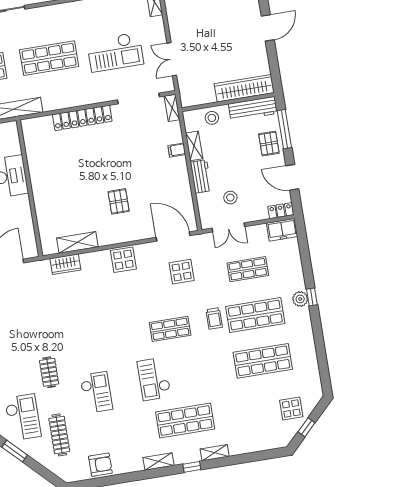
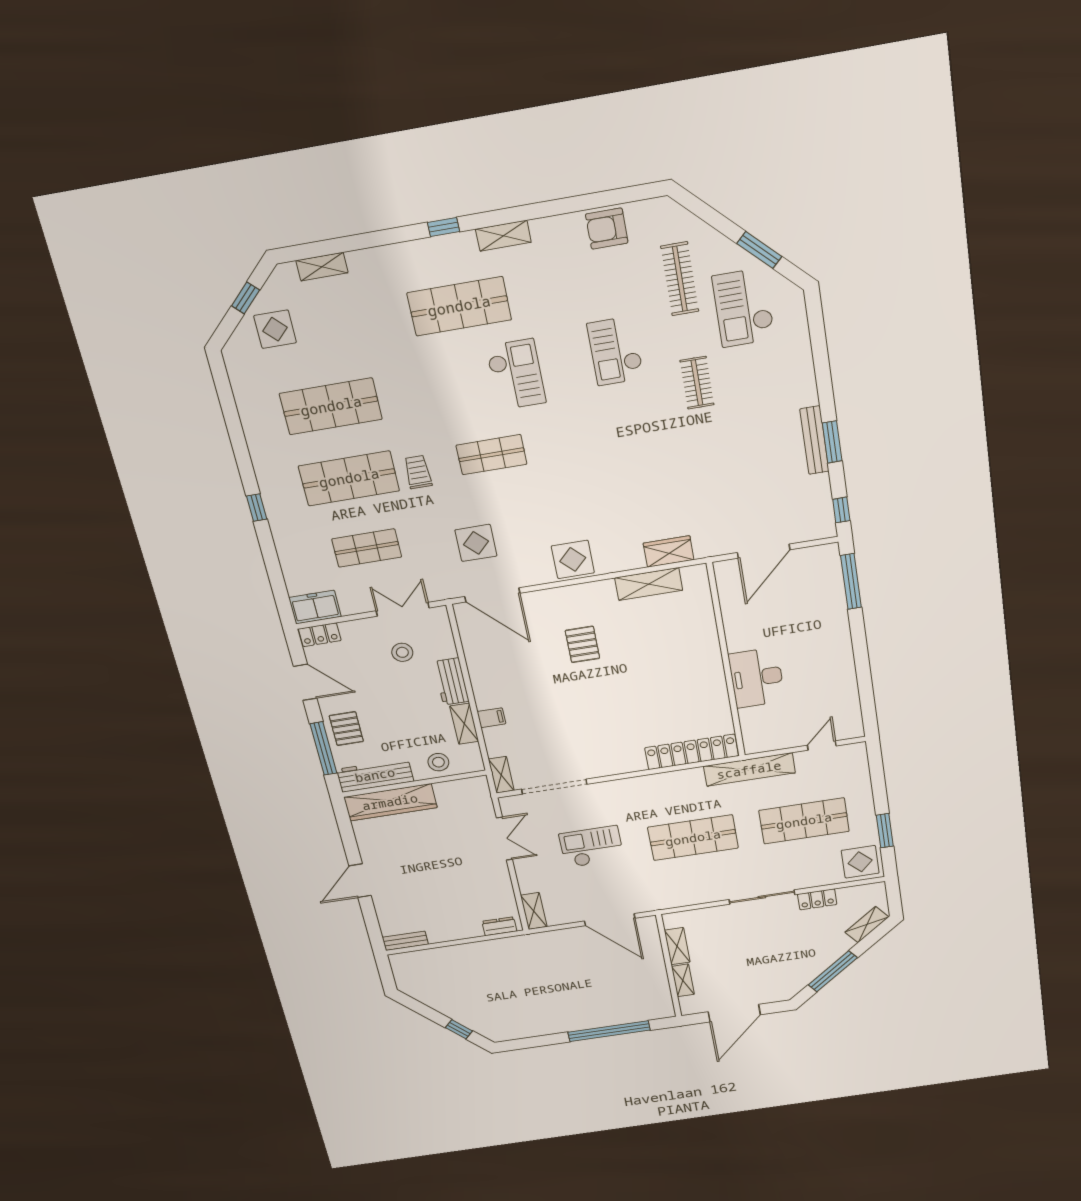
checkout: (115, 52) -> (591, 847), width x0.73, depth x0.83
locker: (82, 118) -> (692, 752), moved
plant: (300, 299) -> (276, 504), removed
shelving: (215, 453) -> (322, 267), moved

